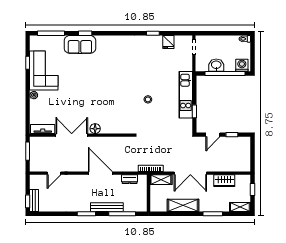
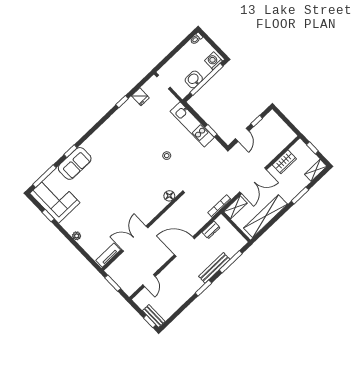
corner sofa: (44, 71) -> (55, 198), moved
floor lamp: (95, 129) -> (169, 196), moved
shelving: (183, 205) -> (266, 216), width x1.47

